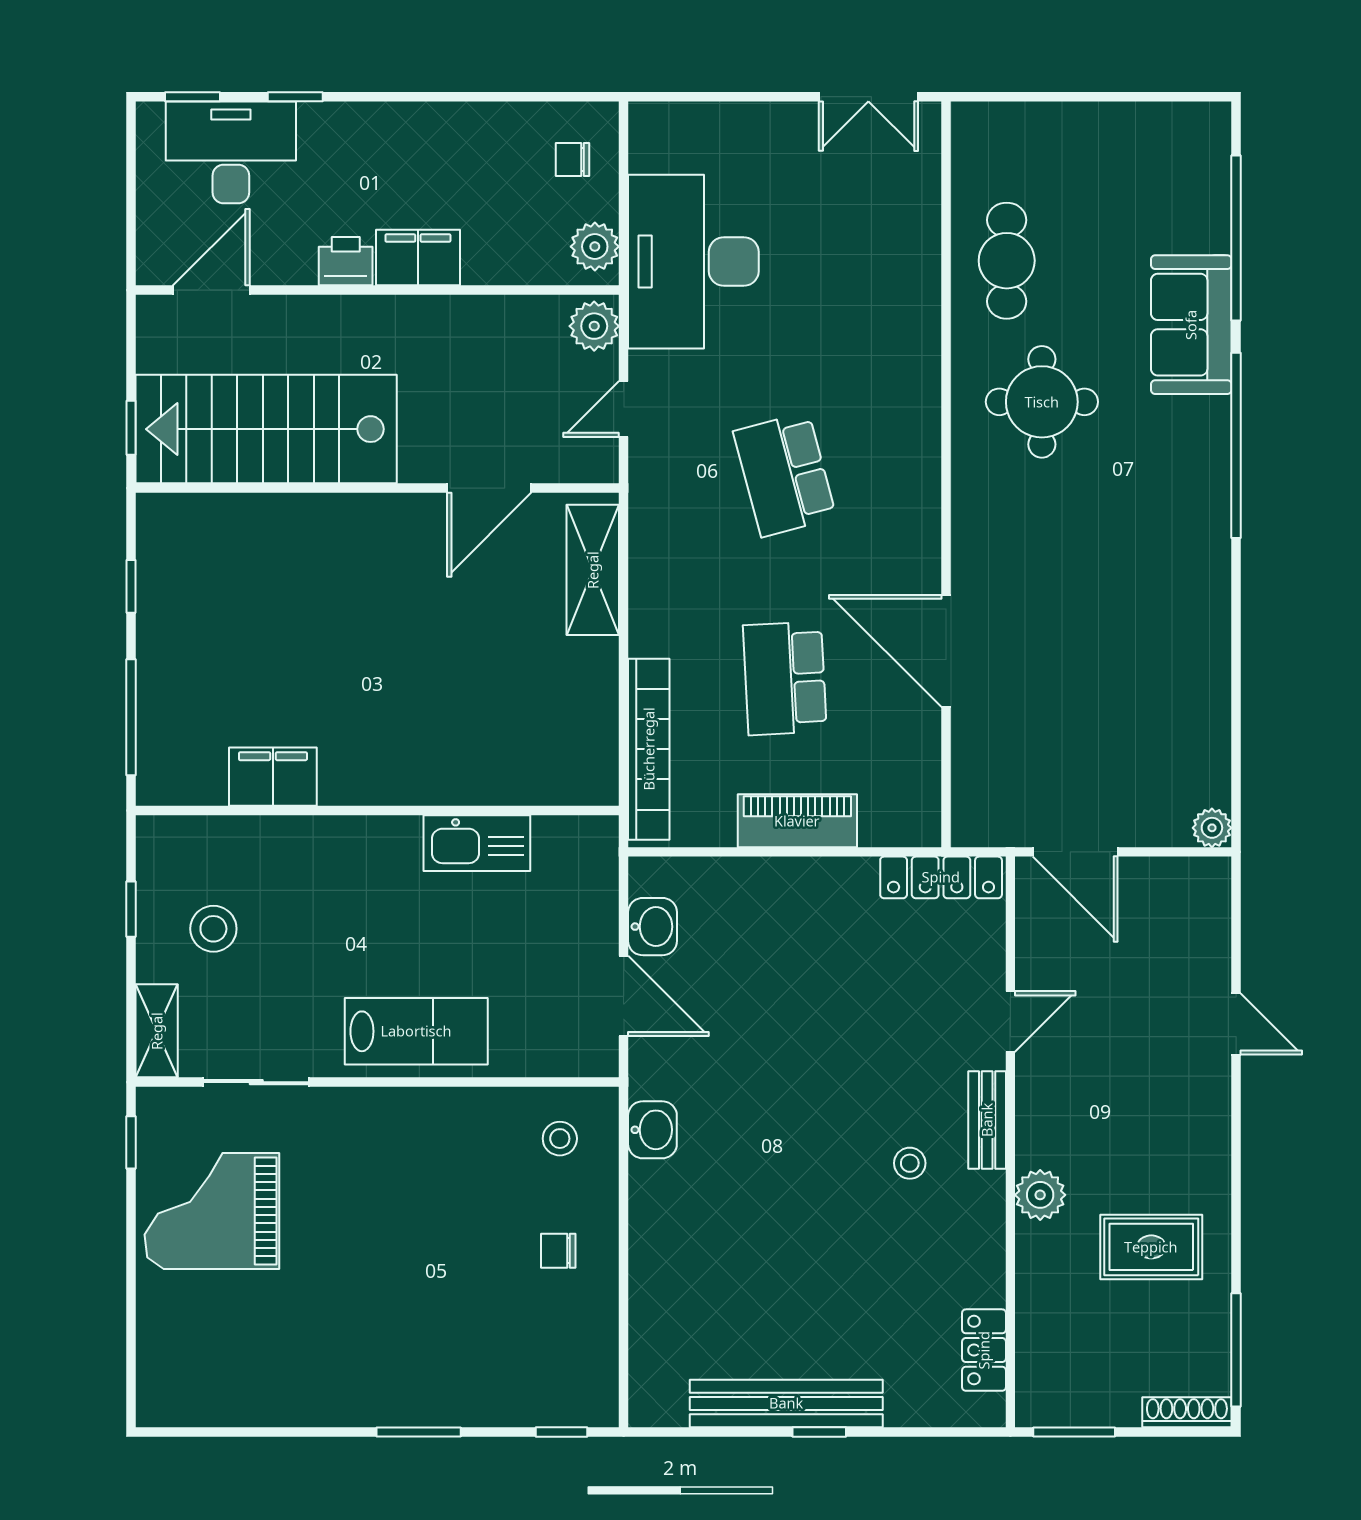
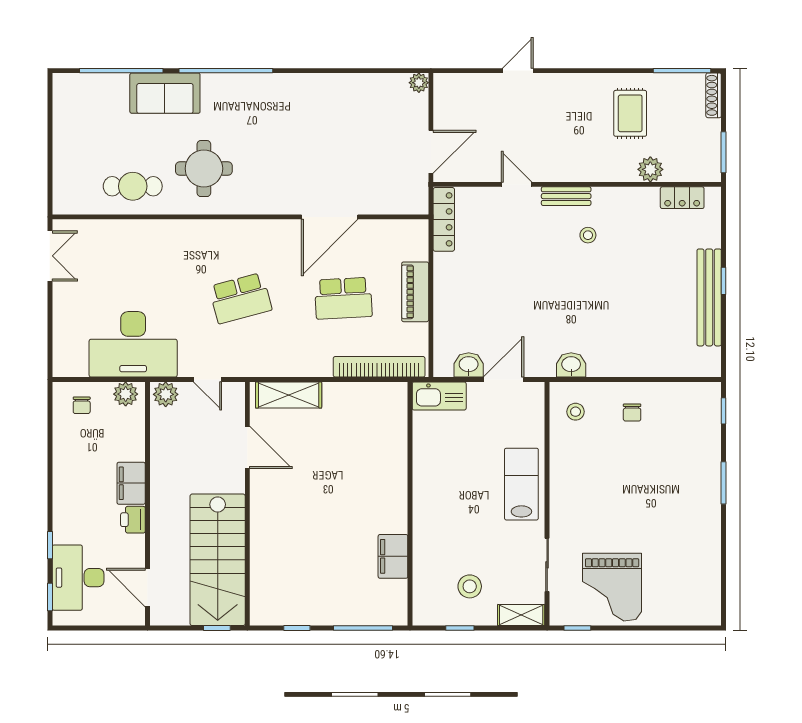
kitchen sink: (477, 843) -> (439, 396), moved, turned 90
plant: (1040, 1195) -> (650, 169), moved

